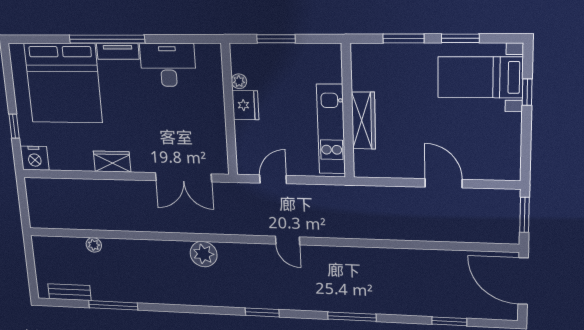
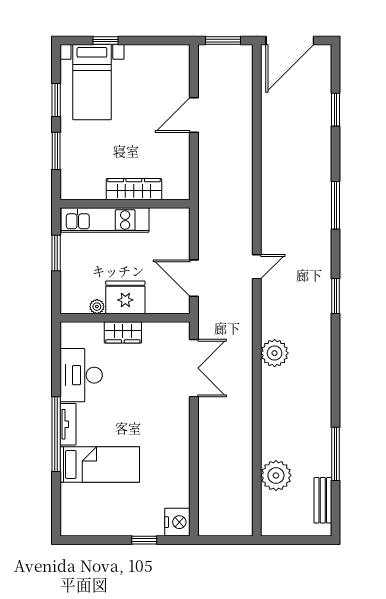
window: (276, 39) -> (56, 253), moved
bed: (63, 83) -> (100, 464), width x0.49
fridge: (245, 105) -> (125, 297), width x1.36, depth x1.34
kitchen unit: (331, 129) -> (105, 220), moved
wardrobe: (112, 162) -> (123, 332), moved, turned -90
door: (273, 179) -> (194, 278), width x1.38
plant: (94, 245) -> (276, 475), width x1.88, depth x1.88

